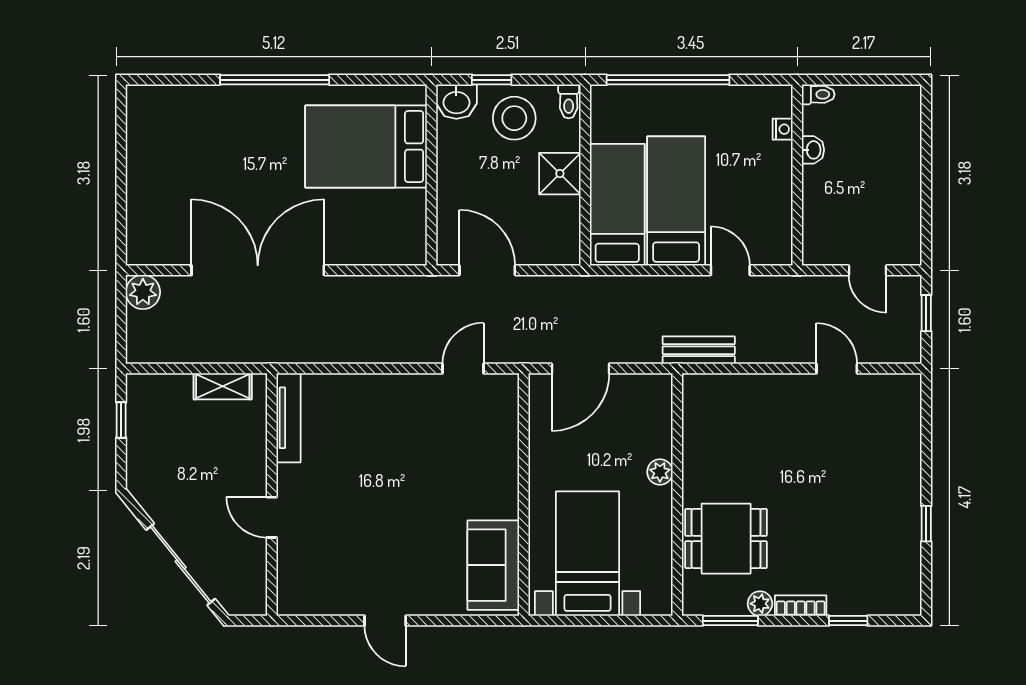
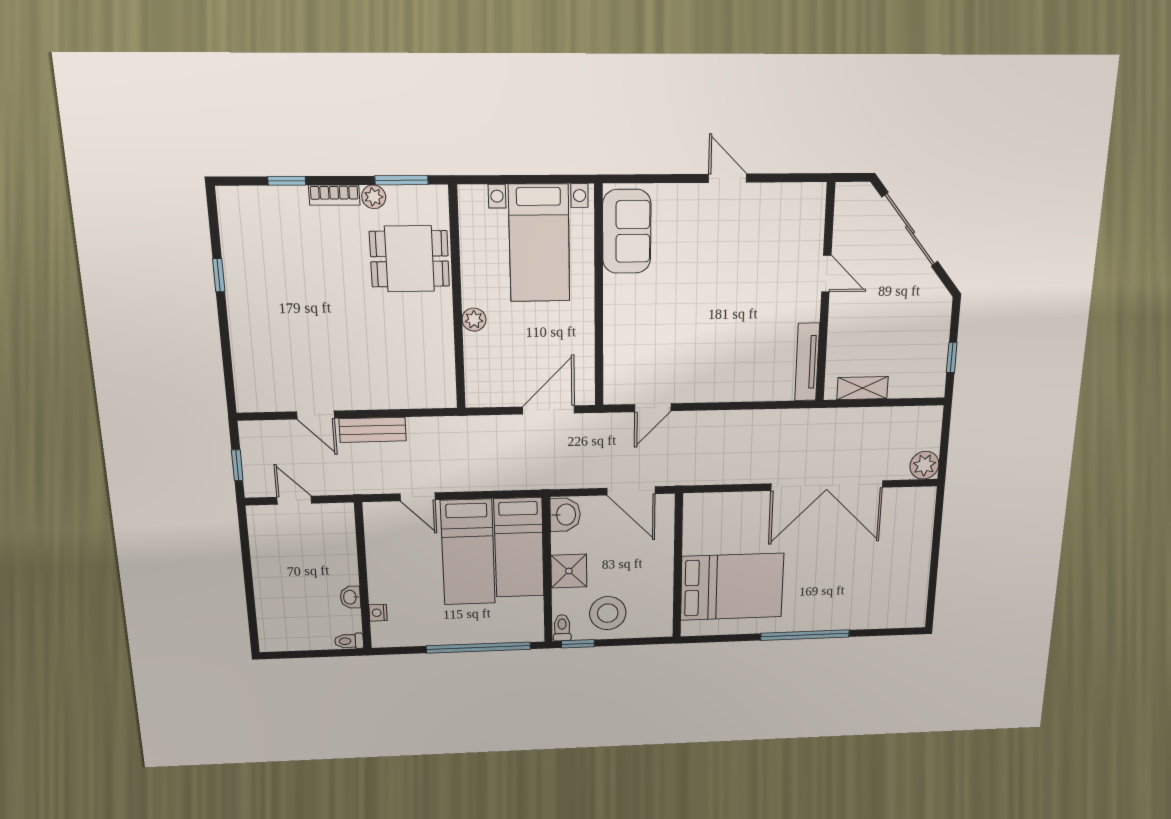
window: (492, 80) -> (578, 644), moved
washbasin: (456, 102) -> (565, 515), moved, turned 90
bench: (699, 350) -> (373, 430), moved

